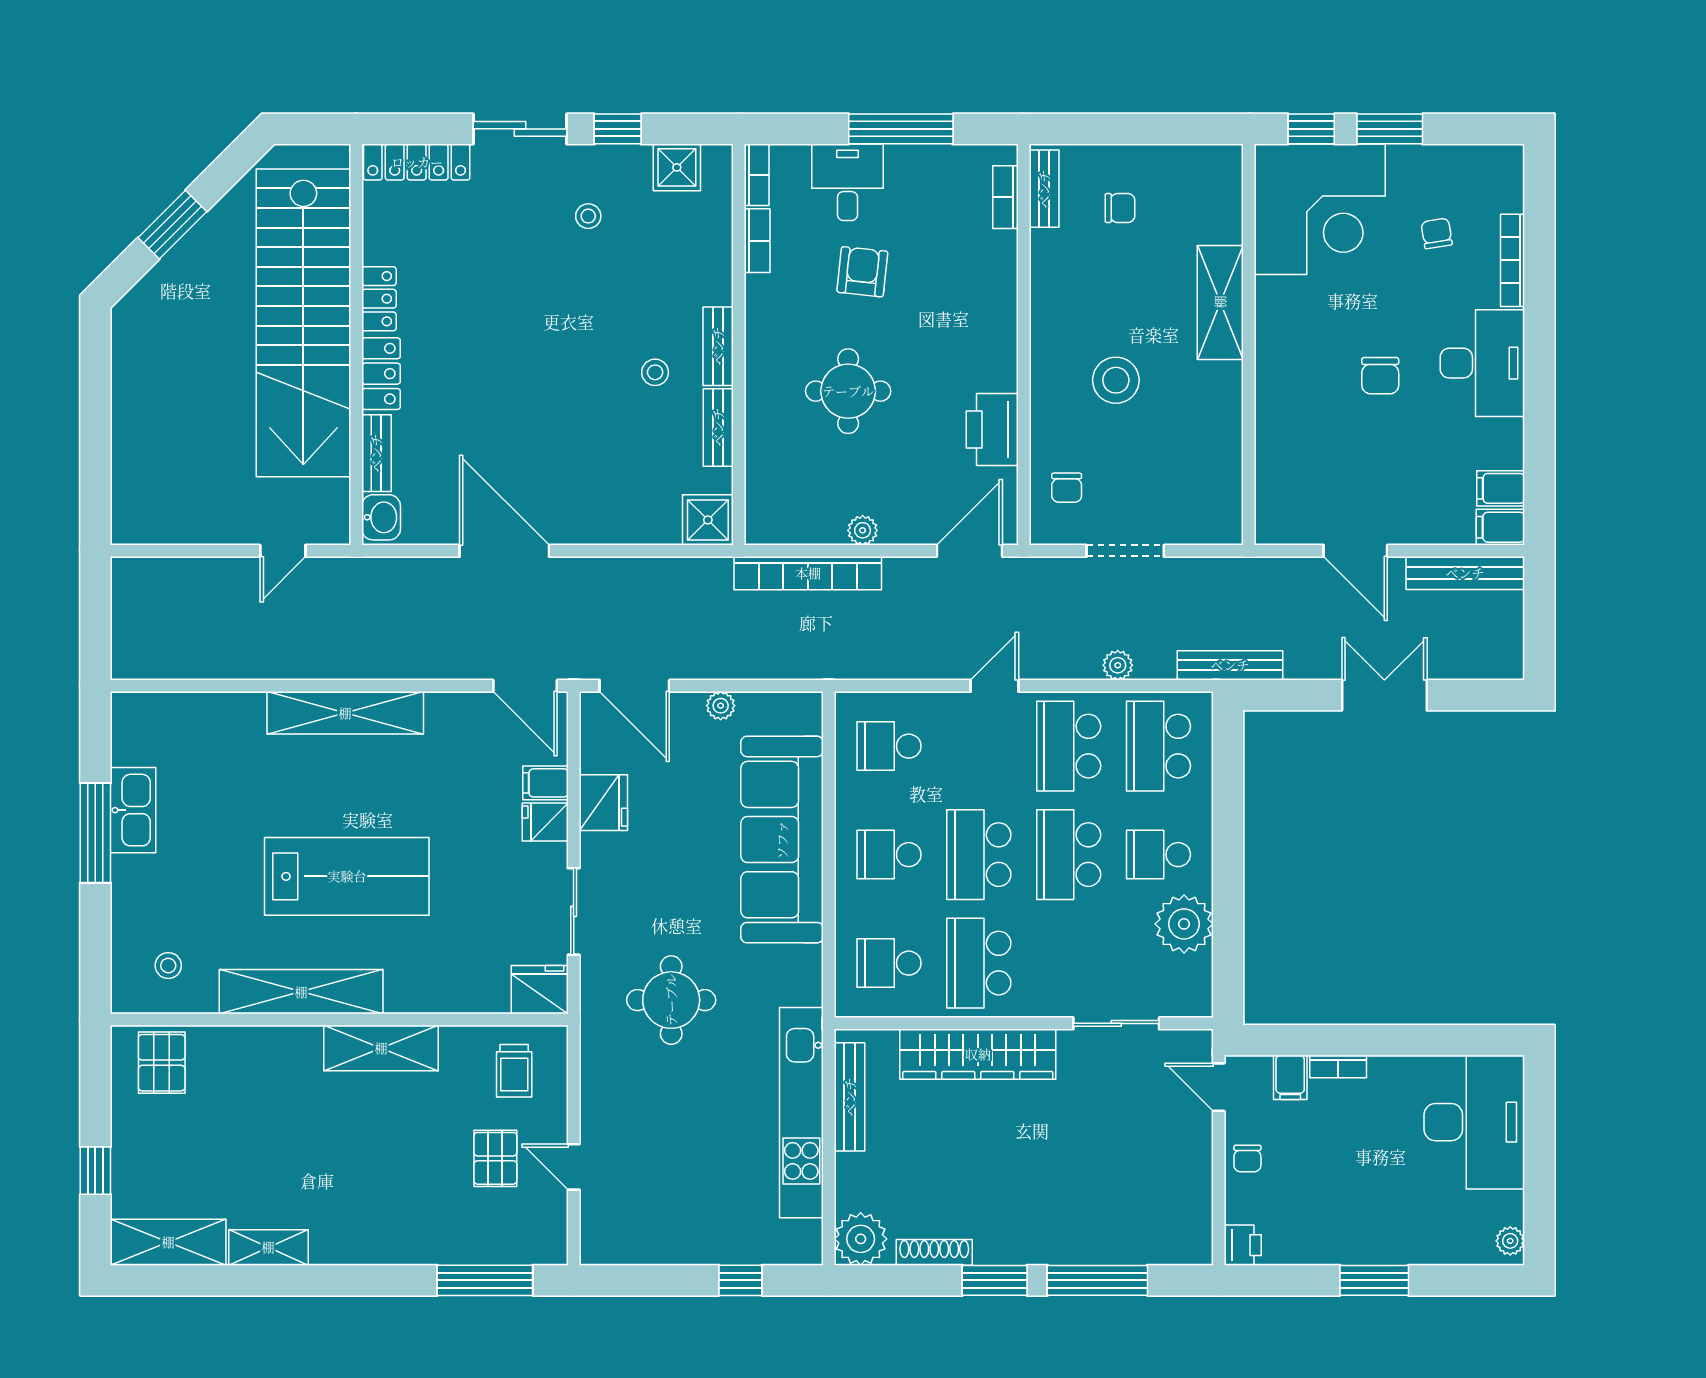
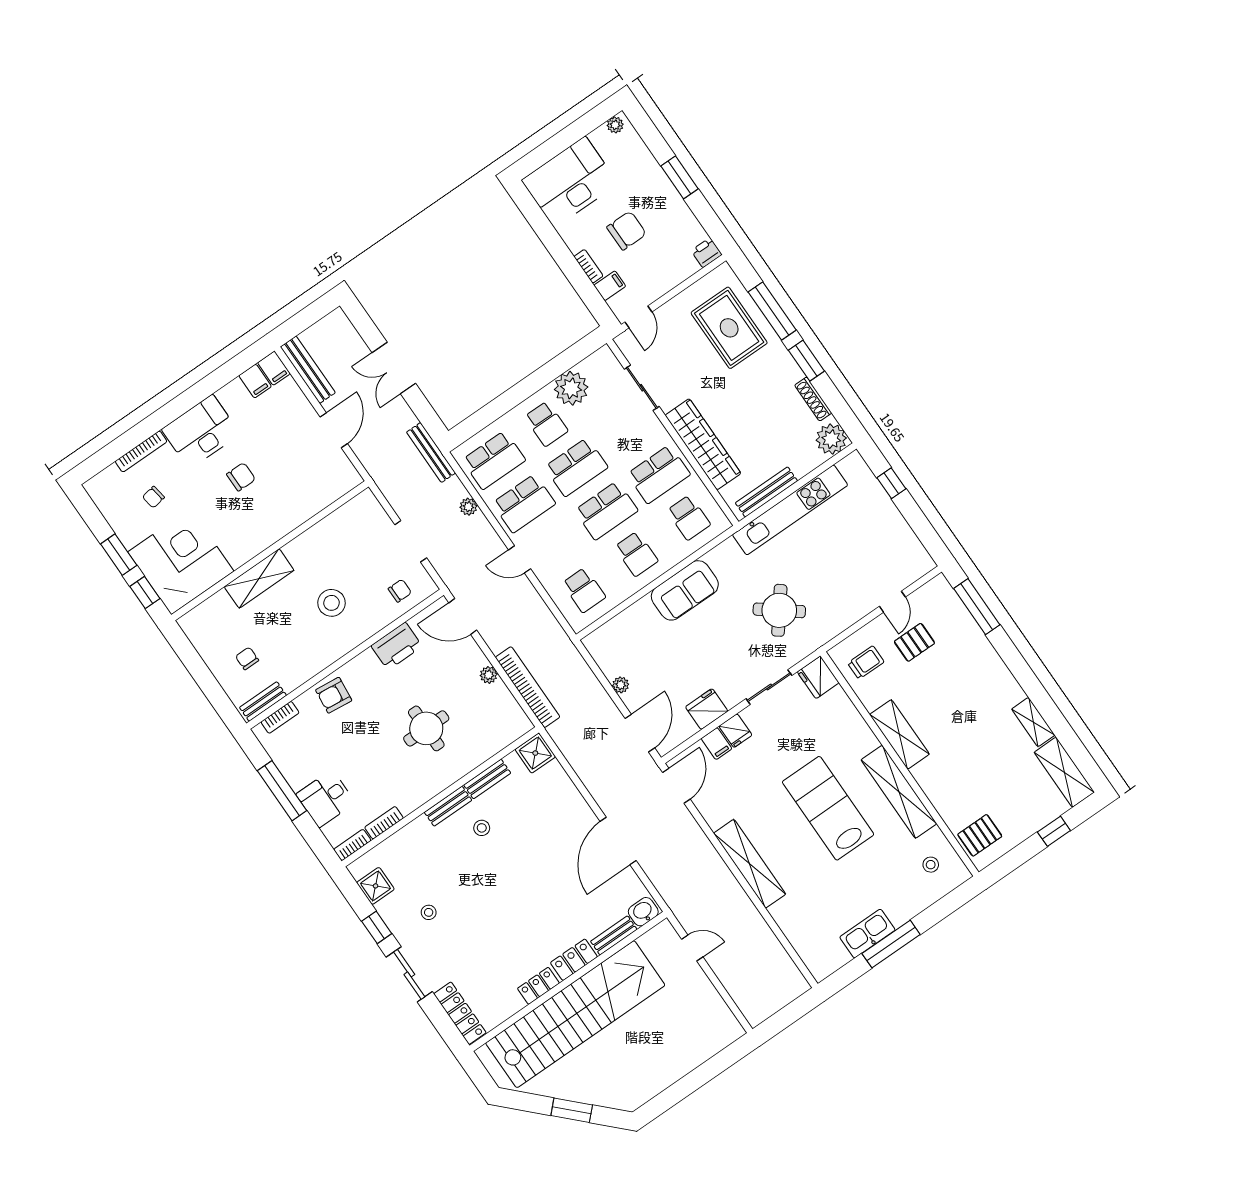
armchair: (862, 272) -> (334, 695), moved
sofa: (782, 840) -> (685, 590), width x0.54, depth x0.79
round table: (671, 1000) -> (779, 610), turned 38
chair: (1247, 1159) -> (627, 231), moved, width x1.87, depth x1.87
rug: (1116, 1204) -> (729, 328), added

